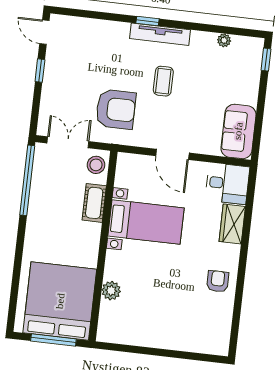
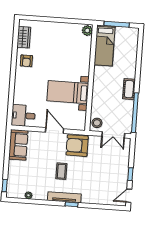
door: (44, 32) -> (129, 196), swing flipped
armchair: (116, 109) -> (77, 146), moved
cot: (94, 203) -> (129, 89), moved
wardrobe: (232, 224) -> (24, 37), moved
plant: (111, 291) -> (87, 31), moved
bed: (60, 301) -> (105, 45), width x0.49

